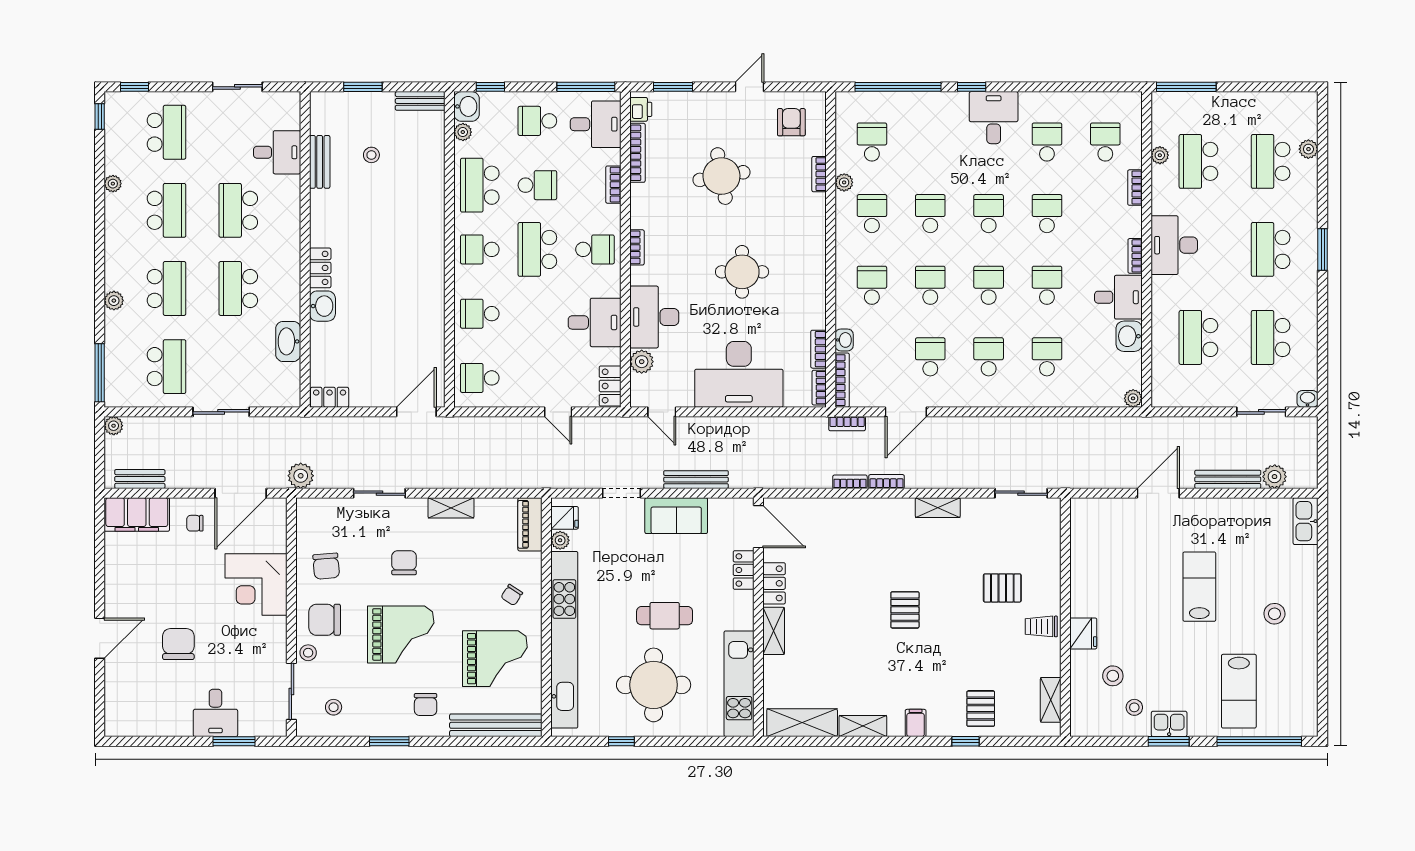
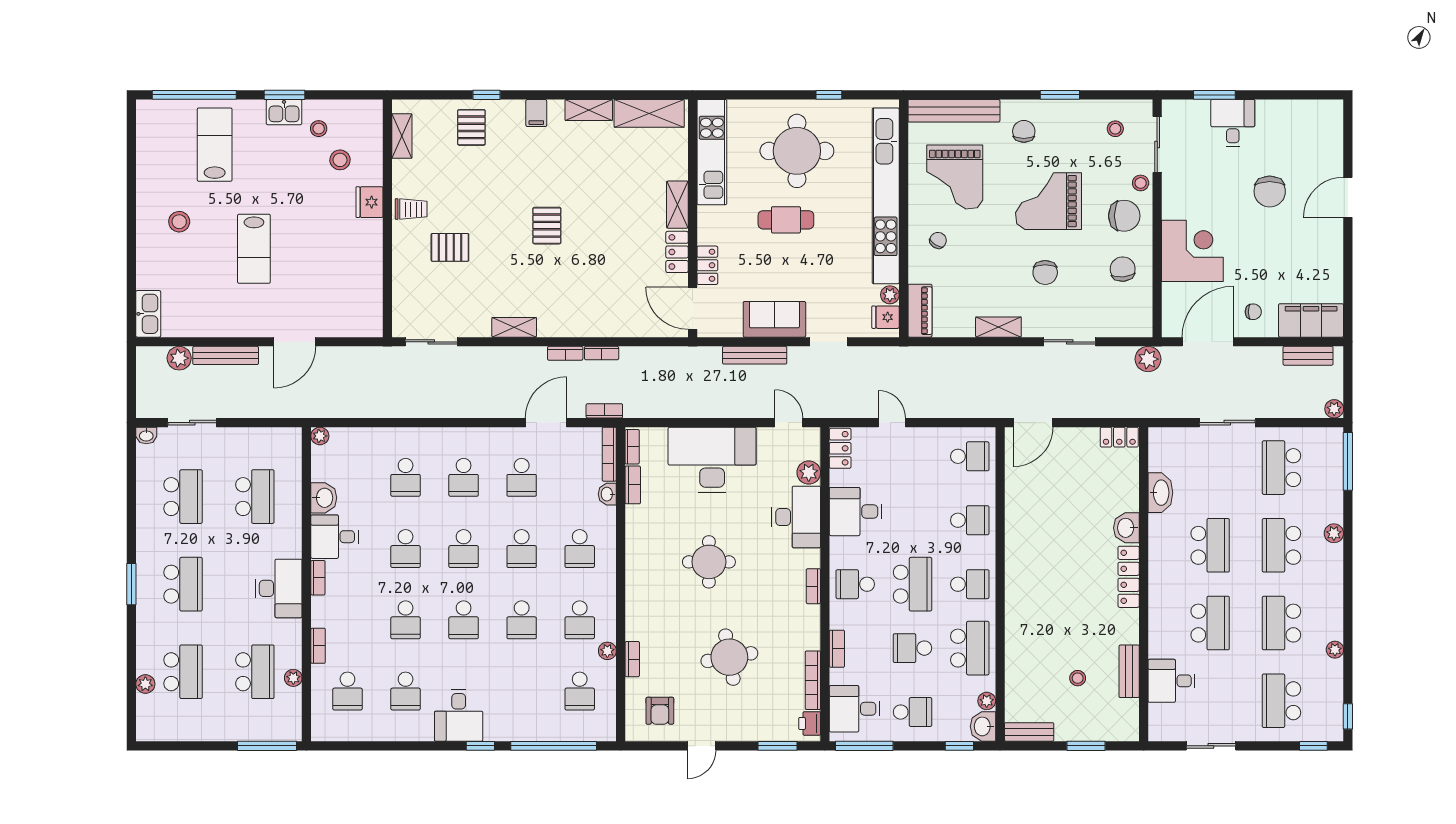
locker: (320, 268) -> (1129, 577), width x1.53
grand piano: (495, 659) -> (955, 177), turned -90

